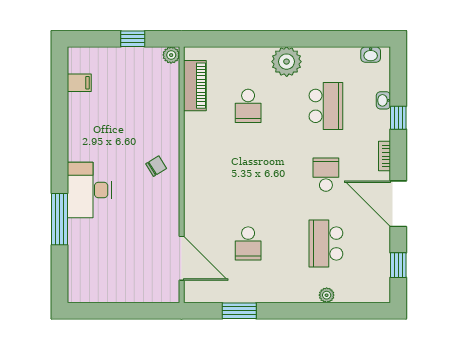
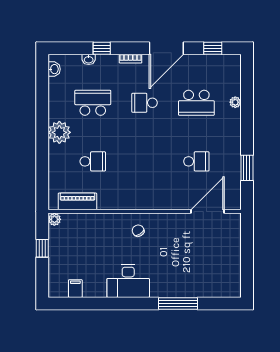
desk: (89, 190) -> (128, 281), moved

